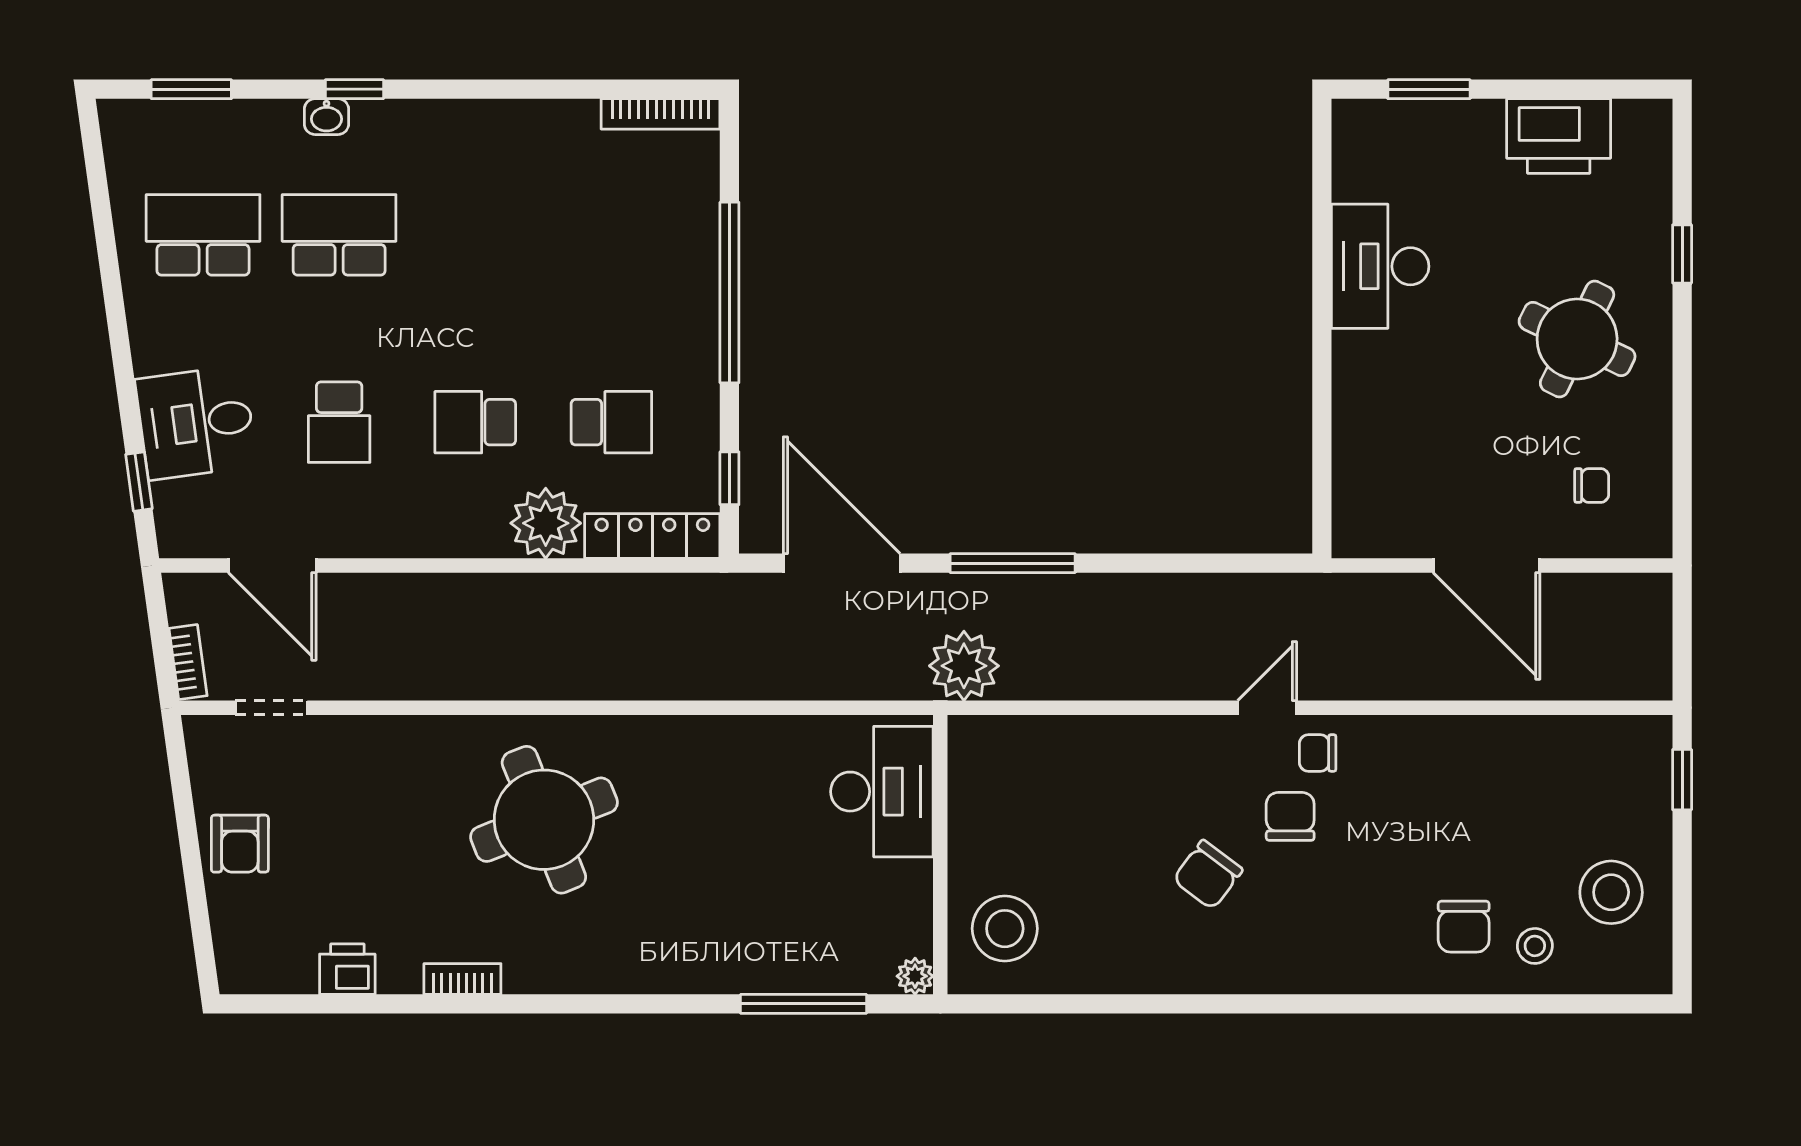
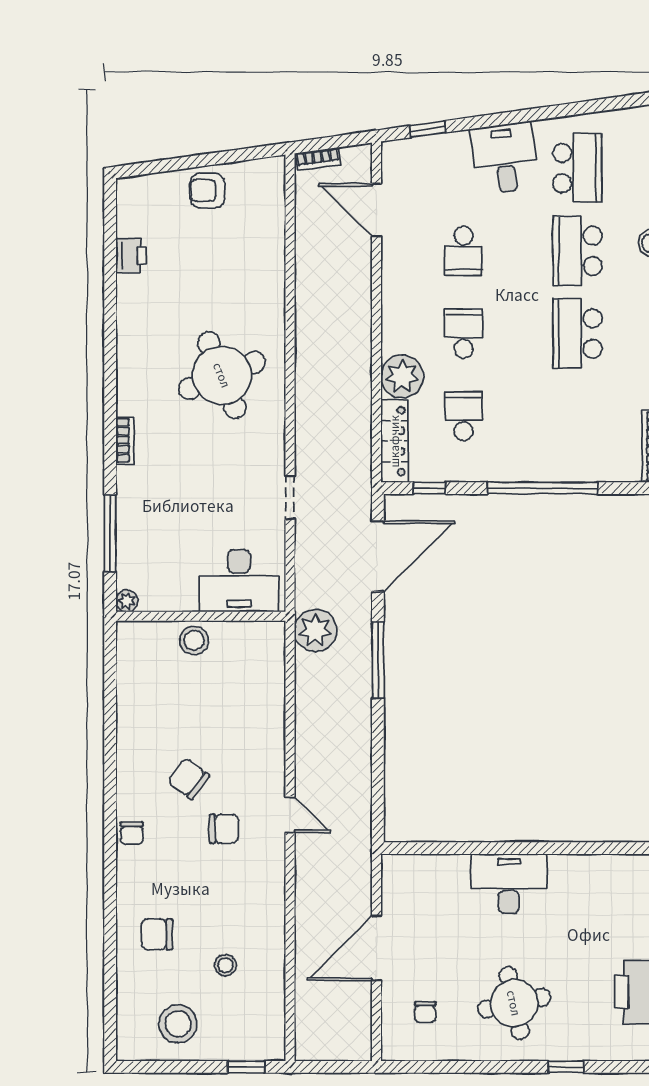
school desk: (339, 235) -> (577, 251), turned 180
school desk: (475, 235) -> (577, 334), added
desk: (1380, 266) -> (509, 883), moved
round table: (1577, 339) -> (514, 1003), turned -38
school desk: (339, 422) -> (464, 251), turned -90
school desk: (611, 422) -> (464, 416), turned 180
desk: (196, 423) -> (505, 158), moved
door: (272, 565) -> (376, 210), hinge flipped
doorway: (271, 708) -> (290, 498), moved
chair: (1318, 753) -> (132, 833), moved, turned 180
stool: (1005, 929) -> (194, 640), moved, width x0.73, depth x0.73
stool: (1535, 946) -> (225, 965), moved
bookcase: (462, 979) -> (125, 440), moved

